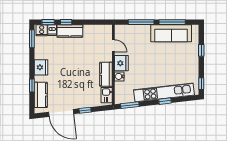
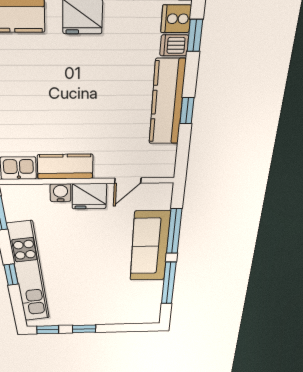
window: (66, 22) -> (187, 111), moved
kitchen counter: (70, 31) -> (167, 102), width x1.50
sofa: (171, 33) -> (150, 246), moved
window: (201, 50) -> (84, 329), moved

